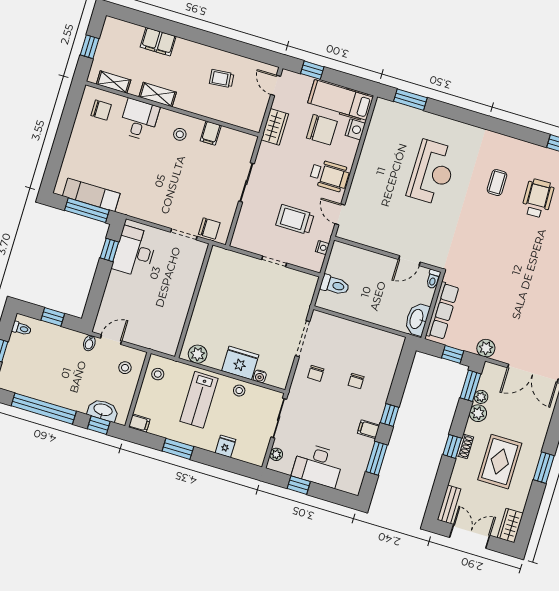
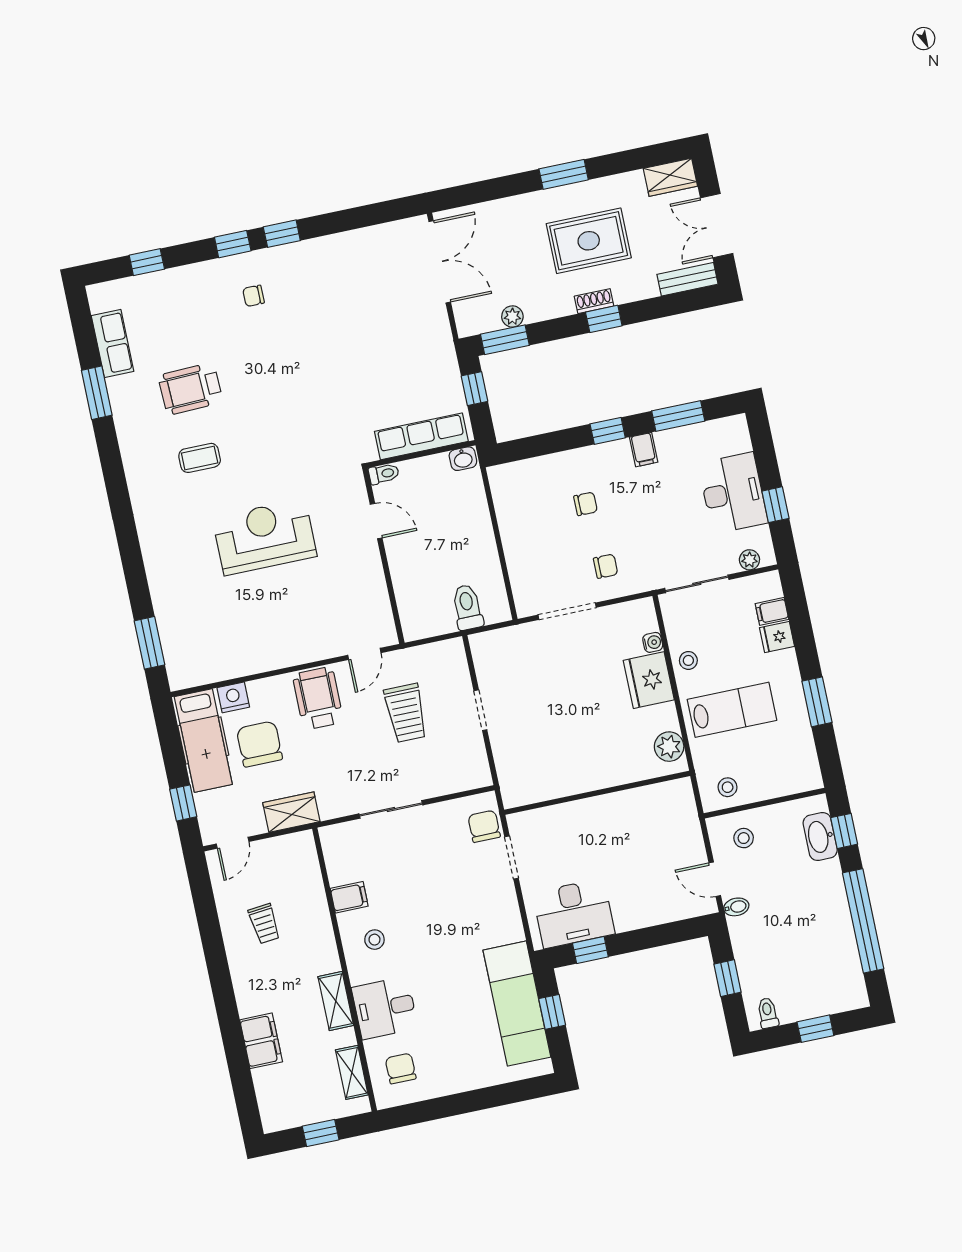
reception desk: (432, 172) -> (265, 537), moved
exam couch: (91, 195) -> (517, 1004), width x1.36, depth x1.45
window: (87, 210) -> (552, 1012), width x0.46
nightstand: (322, 248) -> (424, 653), removed
washbasin: (417, 319) -> (463, 459), width x0.52, depth x0.69
plant: (486, 348) -> (440, 347), removed
plant: (478, 413) -> (538, 308), removed
filing cabinet: (139, 423) -> (772, 611), moved, turned -90

